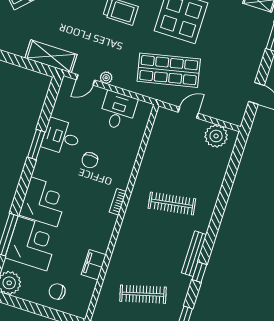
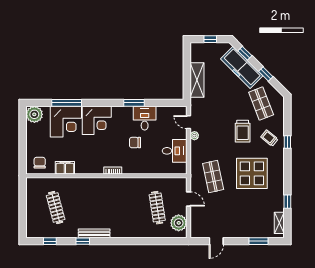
shelving: (51, 56) -> (197, 80), moved
shop shelf: (169, 70) -> (213, 177), width x0.70, depth x0.74
clothes rail: (172, 204) -> (157, 208), moved
chair: (57, 292) -> (40, 163), moved

